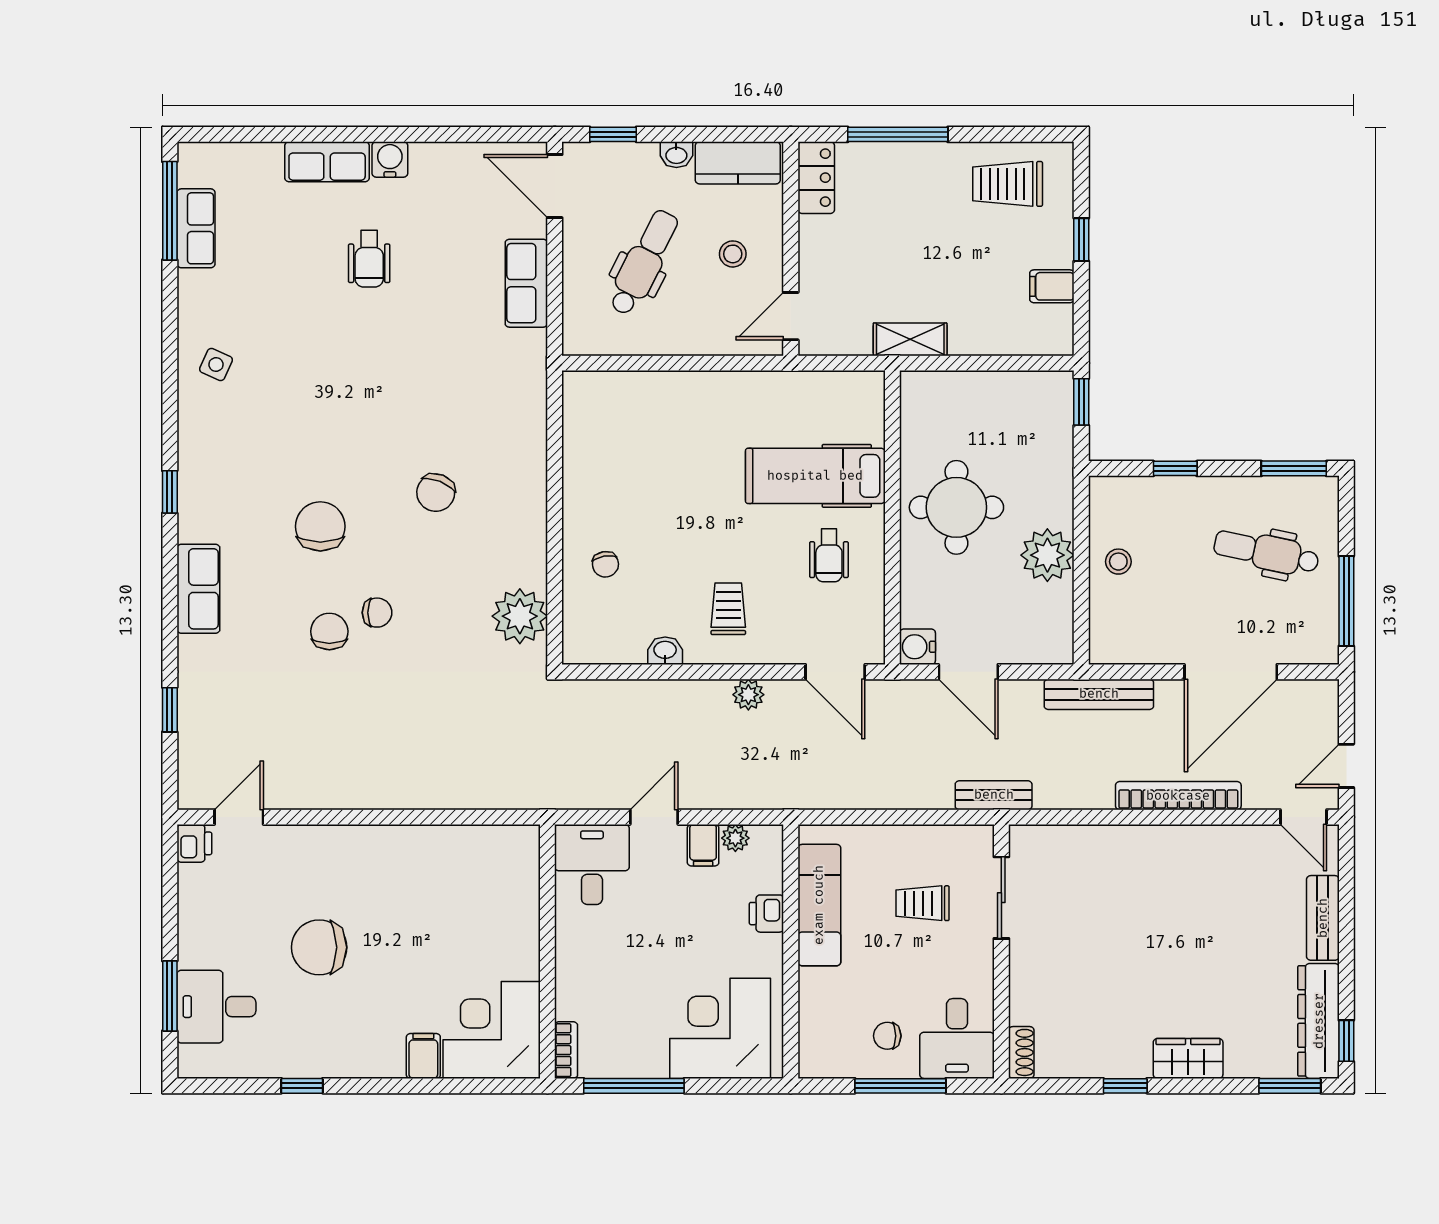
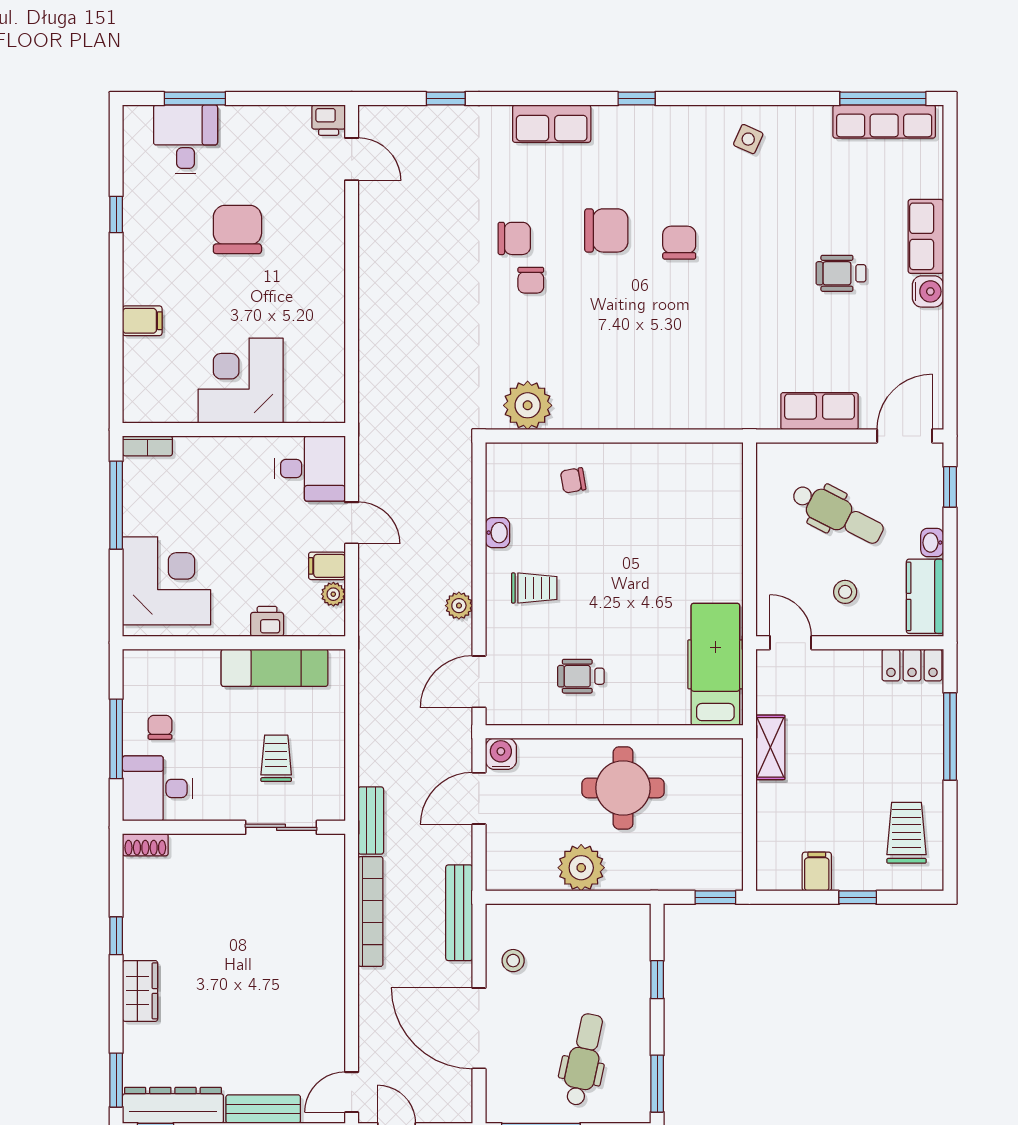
row of seats: (196, 228) -> (884, 122), width x1.48
hospital bed: (815, 476) -> (715, 664), moved
chair: (436, 493) -> (679, 243), moved, turned 68
stool: (1118, 562) -> (513, 961), moved
bookcase: (1178, 796) -> (370, 912), moved
corner desk: (492, 1030) -> (241, 381), moved, turned -90

